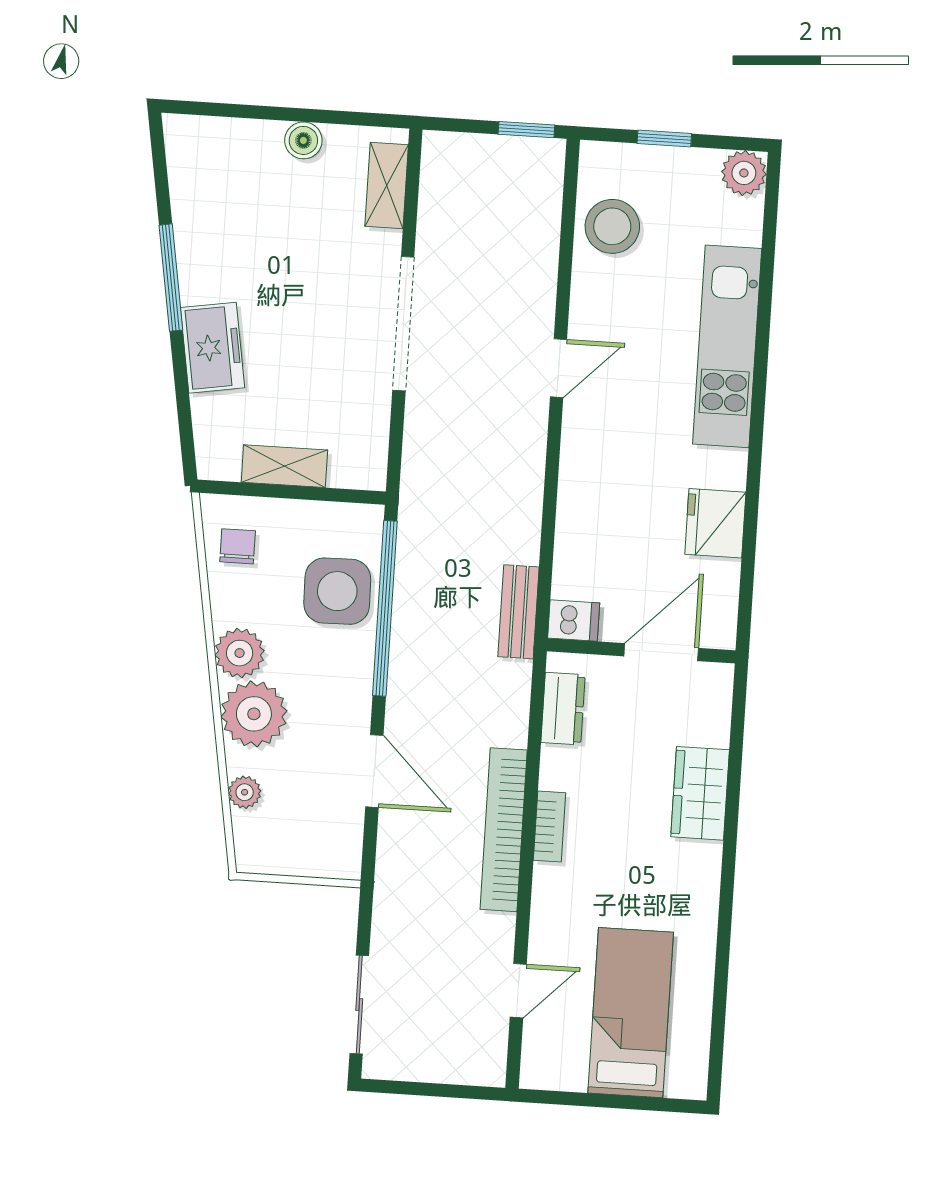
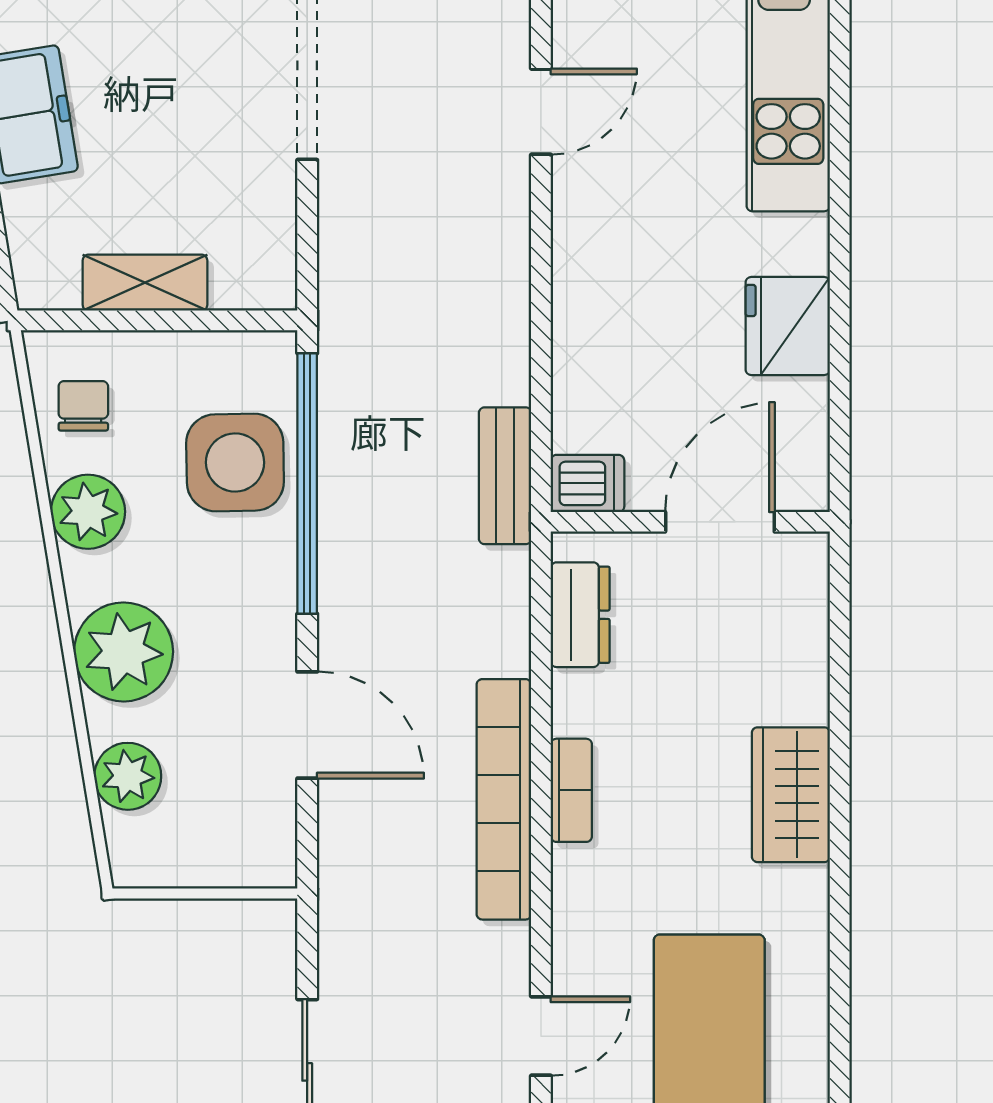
plant: (240, 653) -> (88, 512), moved
plant: (245, 792) -> (128, 776), width x1.38, depth x1.38
wardrobe: (700, 793) -> (791, 795), moved

